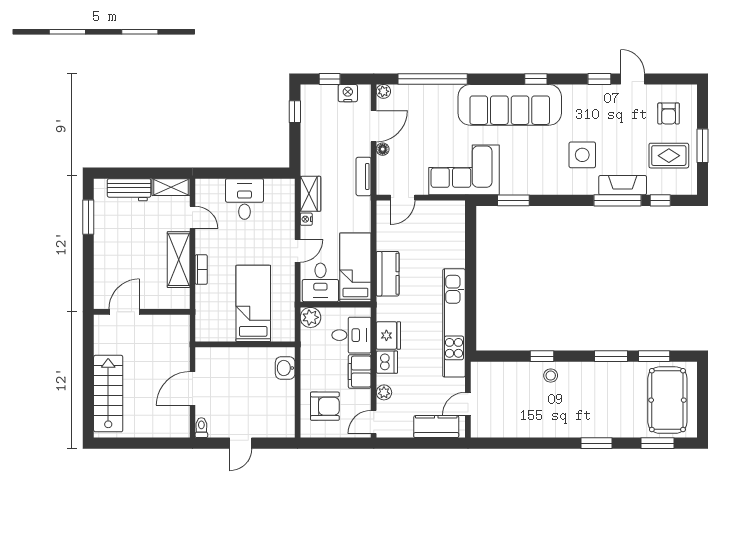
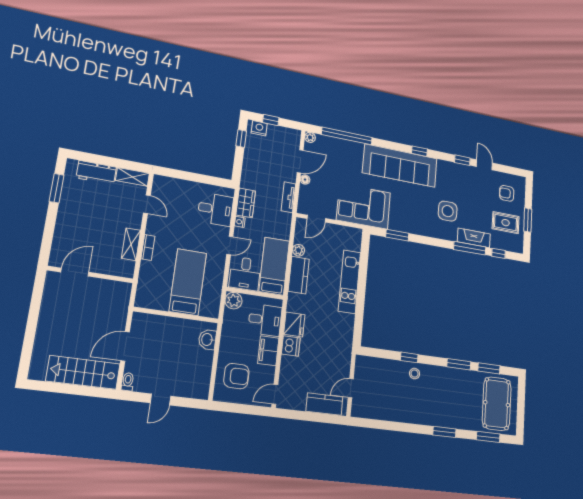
nightstand: (348, 93) -> (259, 128), moved
armchair: (669, 113) -> (507, 193), turned 90
desk: (245, 199) -> (215, 209), moved, turned 90
shelving: (179, 260) -> (131, 244), width x0.67, depth x0.75
kitchen unit: (454, 323) -> (349, 282), moved, width x0.73
plant: (384, 392) -> (299, 250), moved
stairs: (108, 394) -> (83, 372), moved, turned -90

